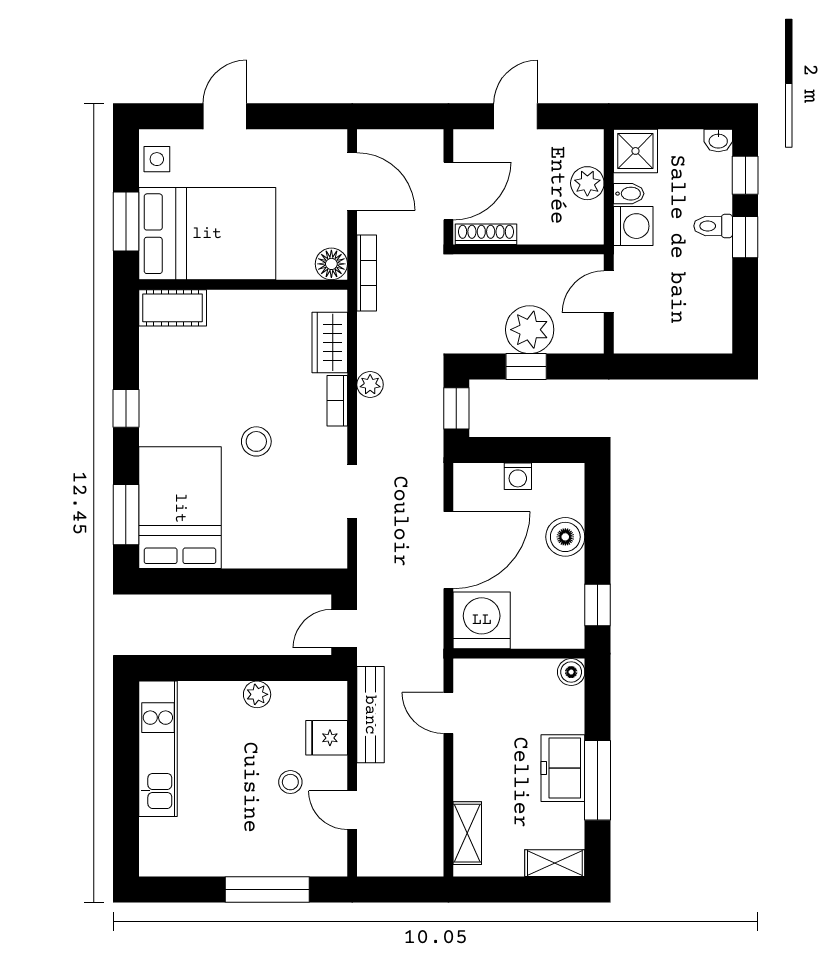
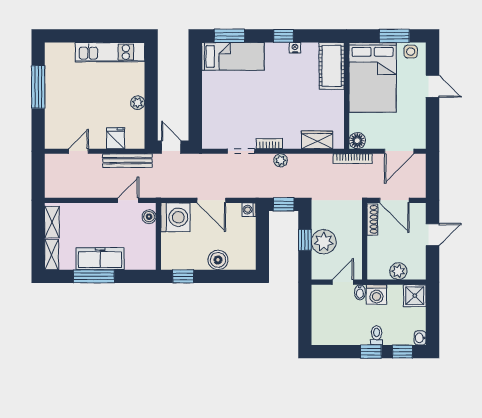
door: (516, 116) -> (432, 235), hinge flipped
bidet: (629, 194) -> (360, 292), moved
window: (126, 221) -> (394, 36), moved
door: (609, 292) -> (343, 282), hinge flipped
cot: (173, 308) -> (332, 66), width x1.37, depth x1.34
plant: (370, 385) -> (281, 160), moved
nightstand: (149, 386) -> (295, 48), added
bookcase: (337, 401) -> (269, 144), moved
stool: (256, 441) -> (267, 102), removed
washing machine: (518, 476) -> (249, 210), moved
bed: (180, 508) -> (233, 56), width x0.67
door: (448, 550) -> (211, 200), width x0.73
boiler: (571, 672) -> (149, 217), moved
freezer: (563, 768) -> (100, 259), width x1.40
stool: (290, 782) -> (93, 120), removed
shelving: (467, 833) -> (52, 222), moved, turned 90
window: (267, 889) -> (38, 87), moved

